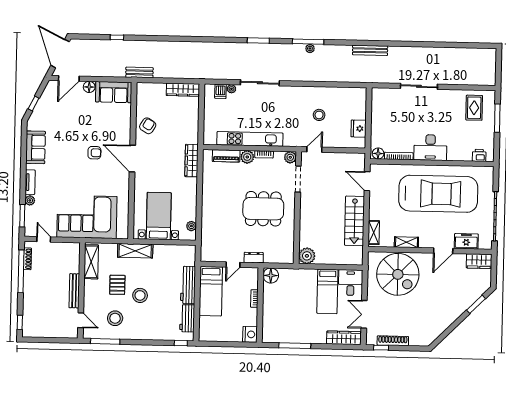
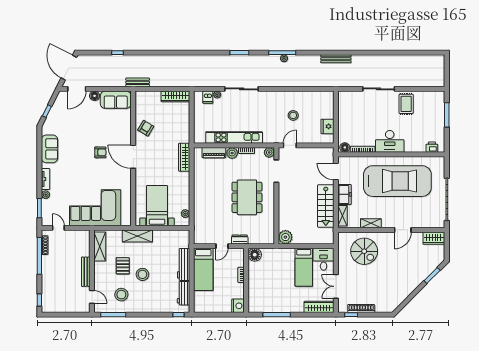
rug: (474, 108) -> (406, 104), moved
dining table: (263, 209) -> (247, 197), turned 90
freezer: (466, 241) -> (344, 194), moved, turned 90
spiral stairs: (398, 274) -> (364, 251), width x0.73, depth x0.73

